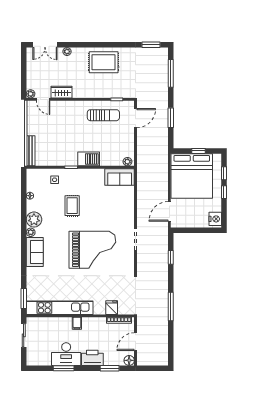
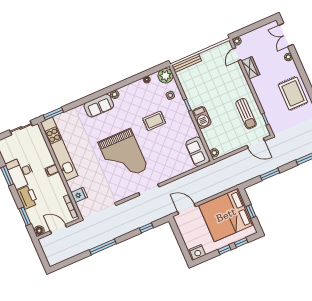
plant: (34, 220) -> (166, 76), moved

